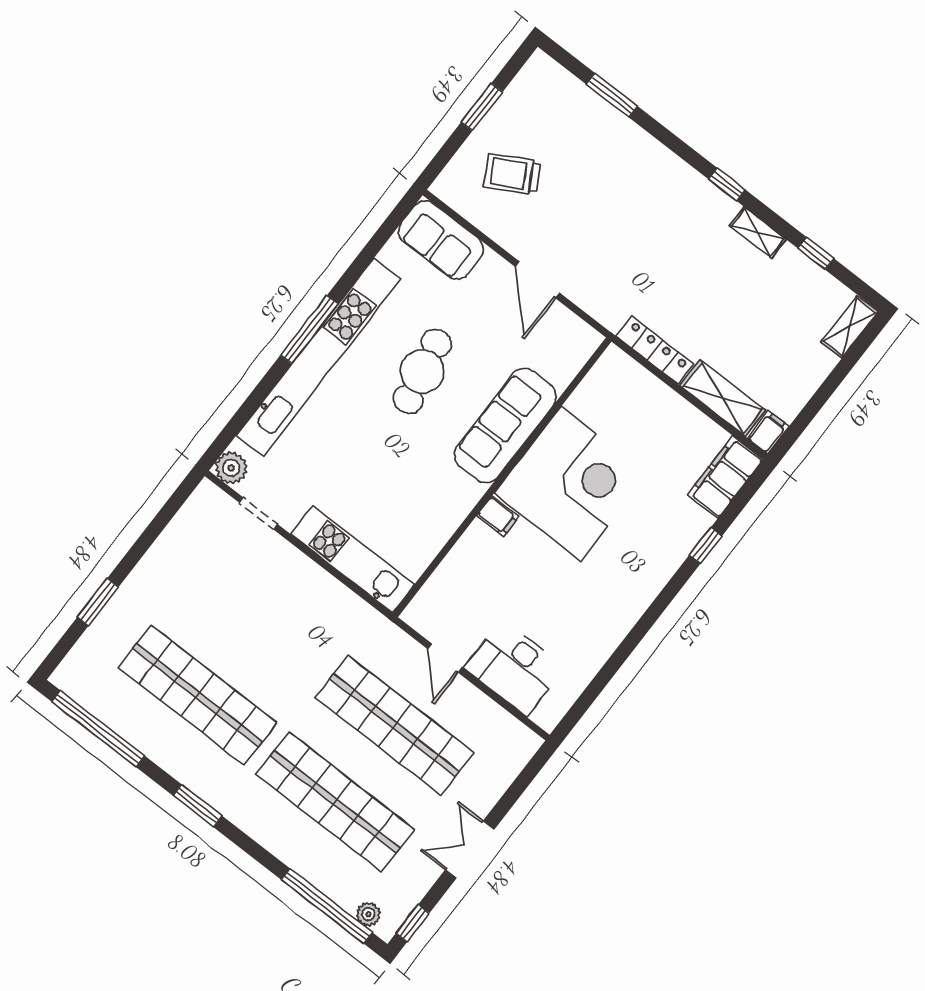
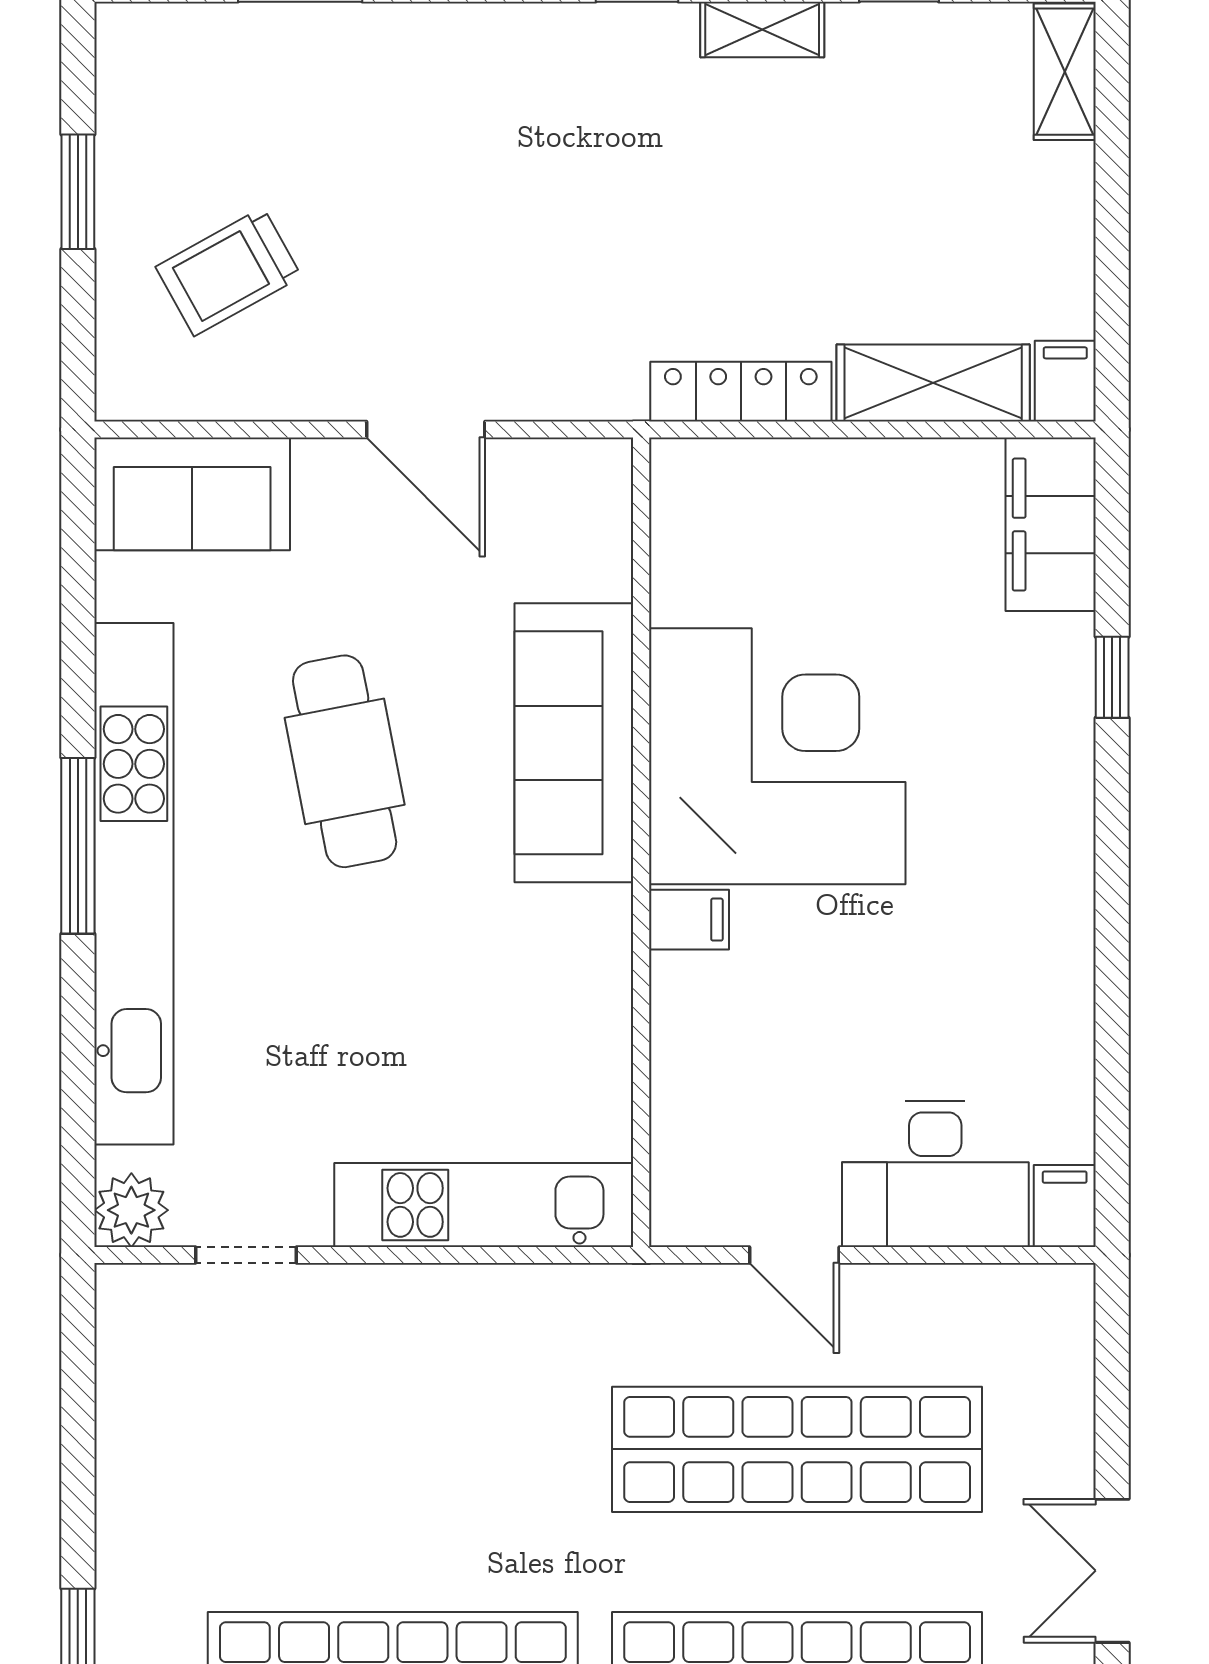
filing cabinet: (550, 713) -> (1065, 1206), added

